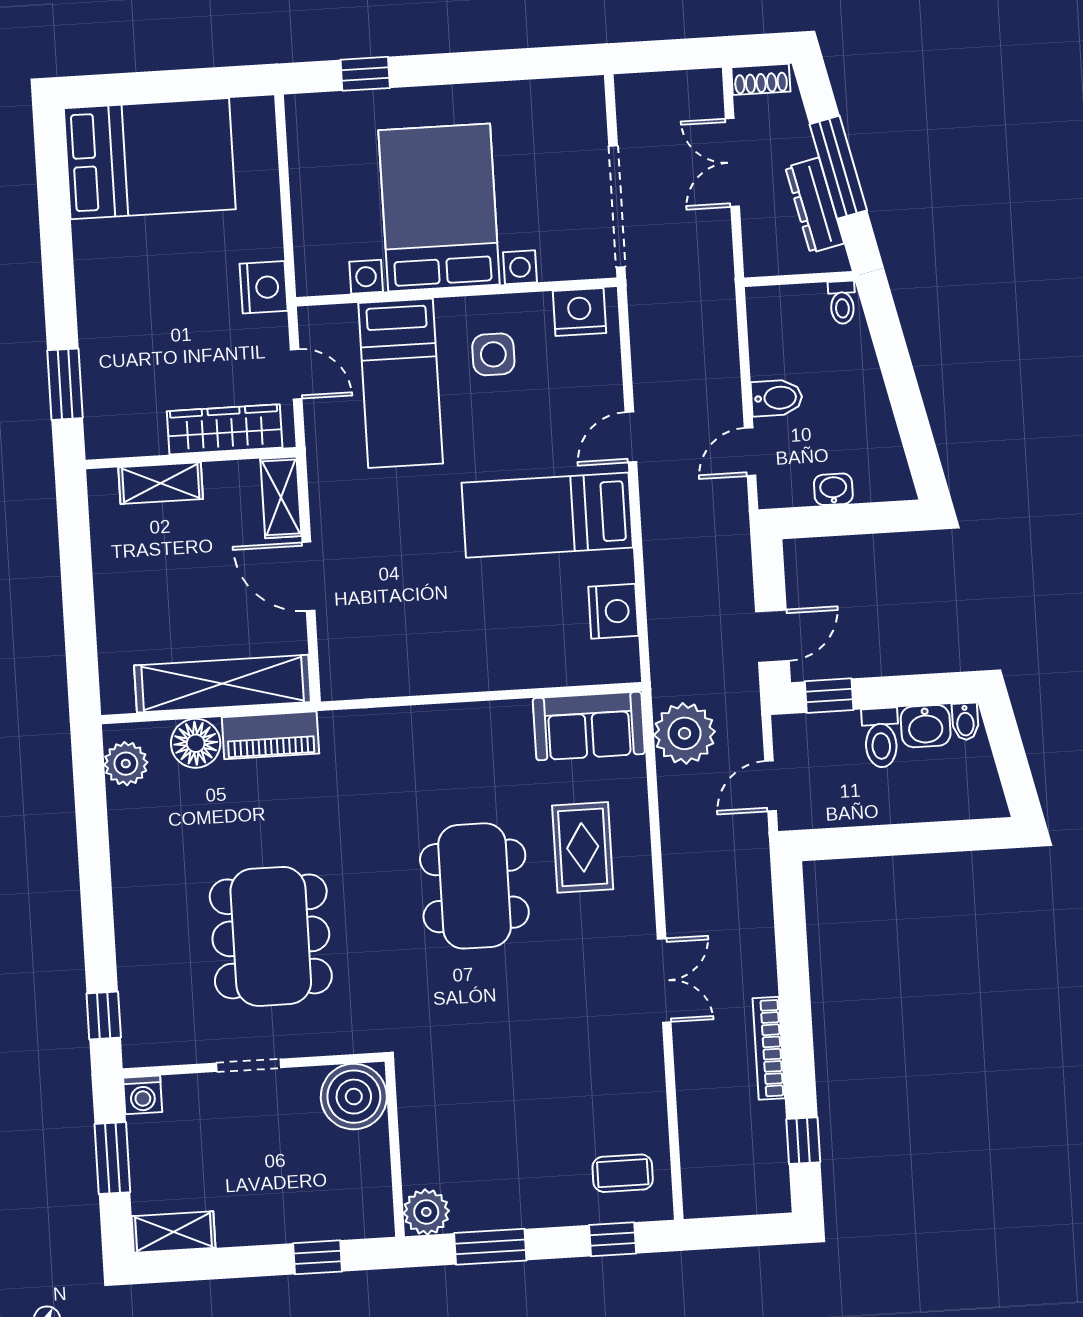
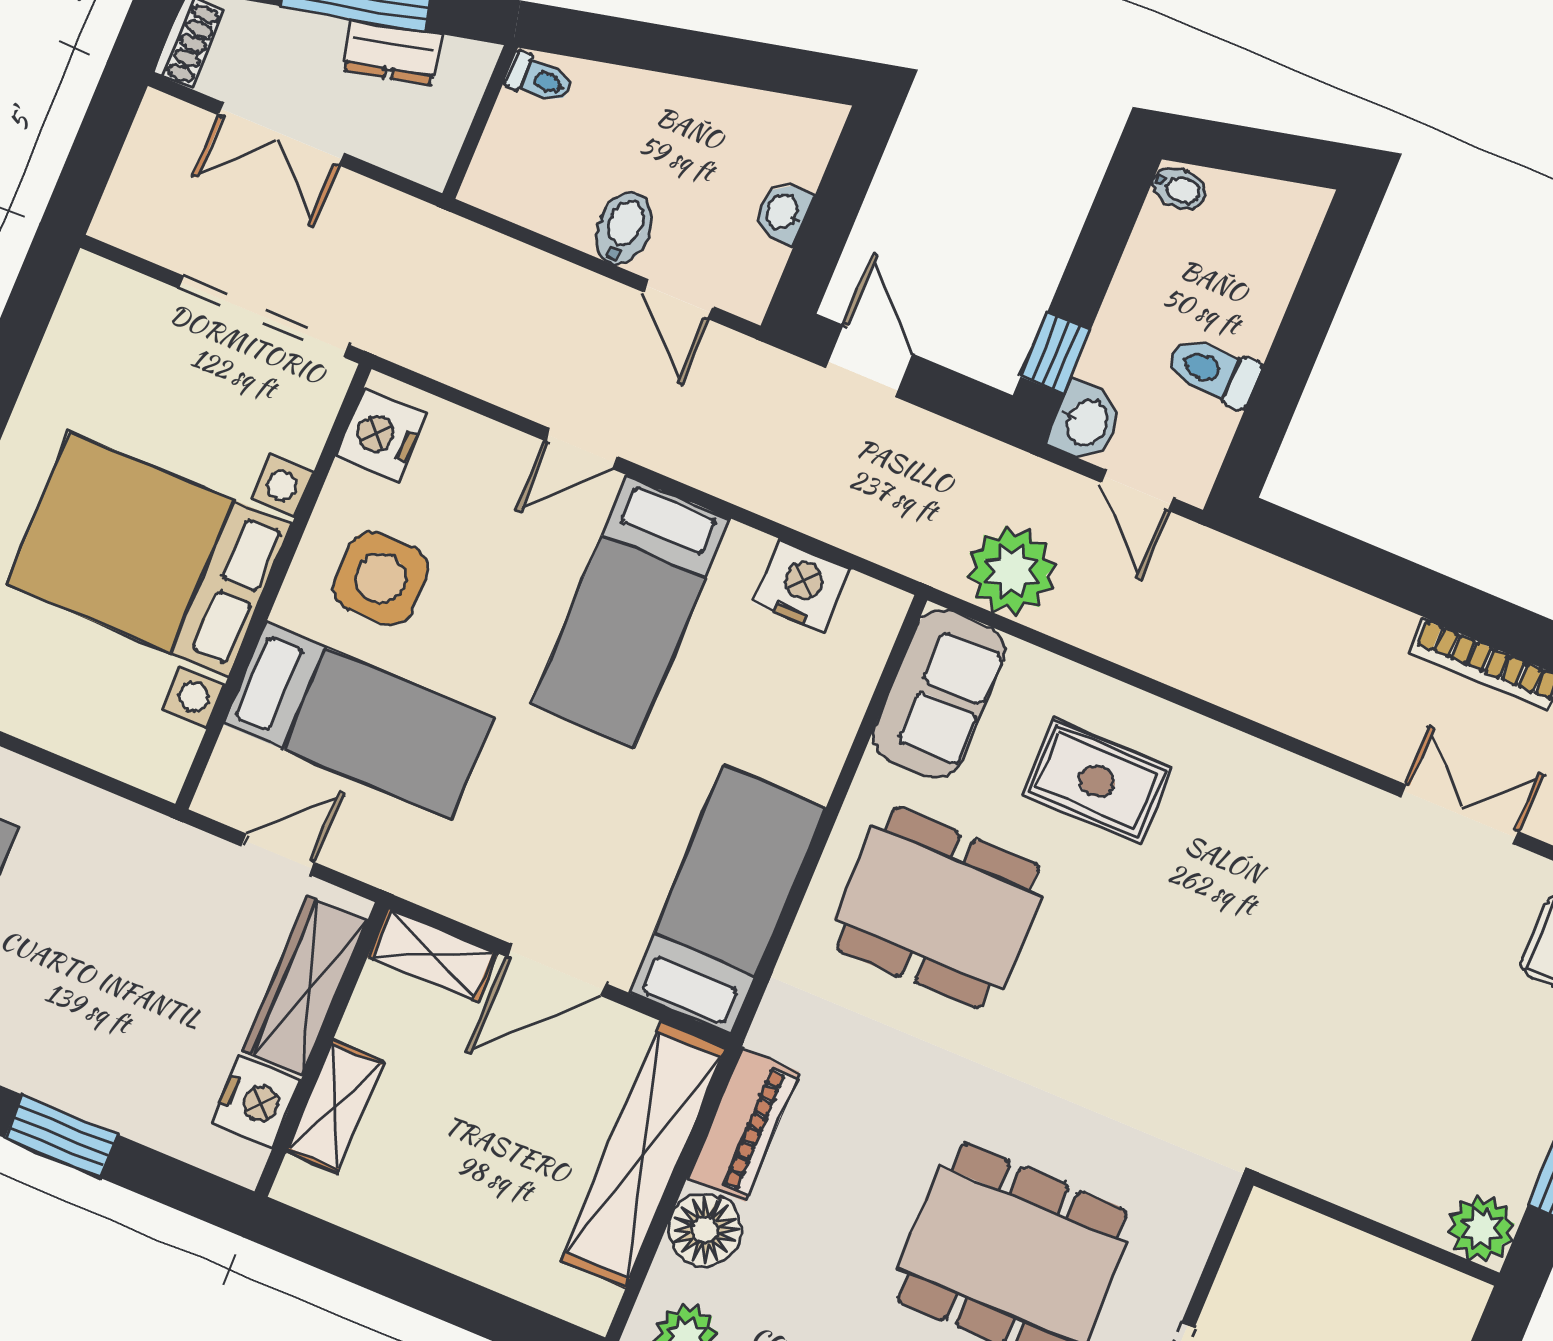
dresser: (815, 205) -> (392, 52), width x0.70
nightstand: (264, 287) -> (256, 1101), moved, turned 90
side table: (493, 354) -> (381, 578), width x1.37, depth x1.37
window: (65, 384) -> (61, 1136), moved
door: (631, 437) -> (581, 449), hinge flipped
door: (772, 636) -> (869, 361), moved
bed: (401, 659) -> (727, 900), added
washbasin: (926, 726) -> (1085, 422), moved
toilet: (881, 738) -> (1213, 371), moved, turned 180
dining table: (474, 886) -> (938, 908), moved
double door: (664, 980) -> (1460, 814), moved
boiler: (354, 1097) -> (1280, 1250), removed

